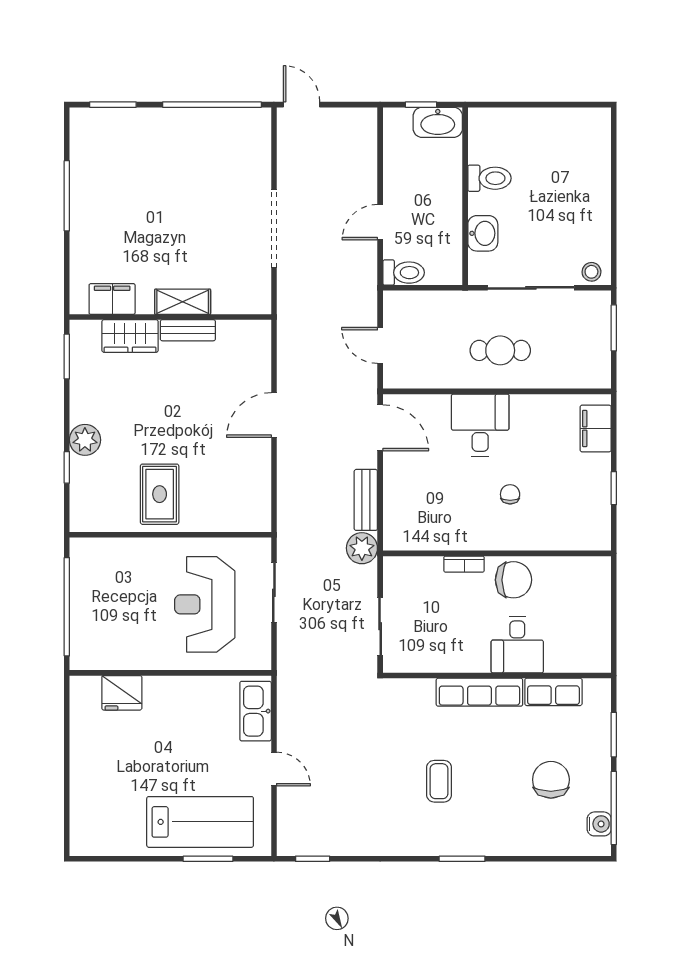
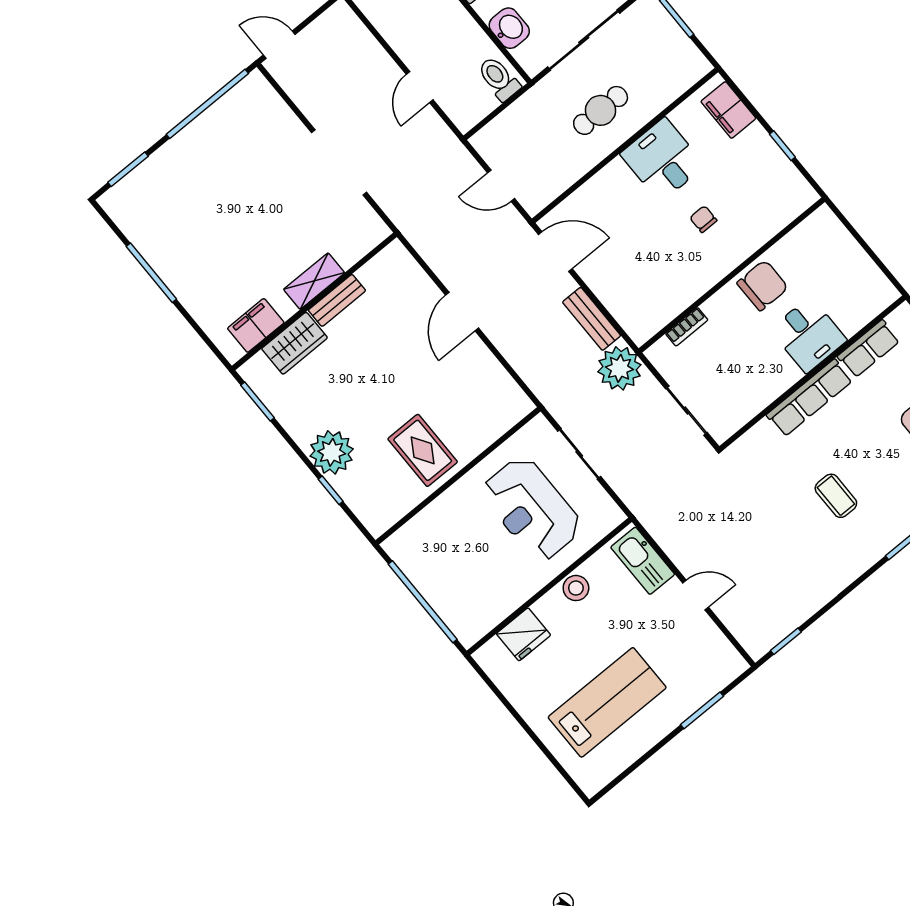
toilet: (404, 273) -> (499, 79), moved, turned -90
desk: (480, 425) -> (663, 160), moved
plant: (85, 440) -> (332, 452), width x1.36, depth x1.36
plant: (362, 548) -> (619, 368), width x1.36, depth x1.36
bookcase: (464, 564) -> (687, 327), moved
stool: (189, 690) -> (576, 588), added
lab bench: (200, 822) -> (607, 702), moved

